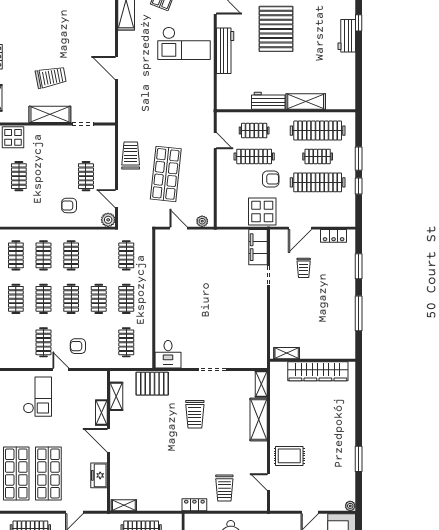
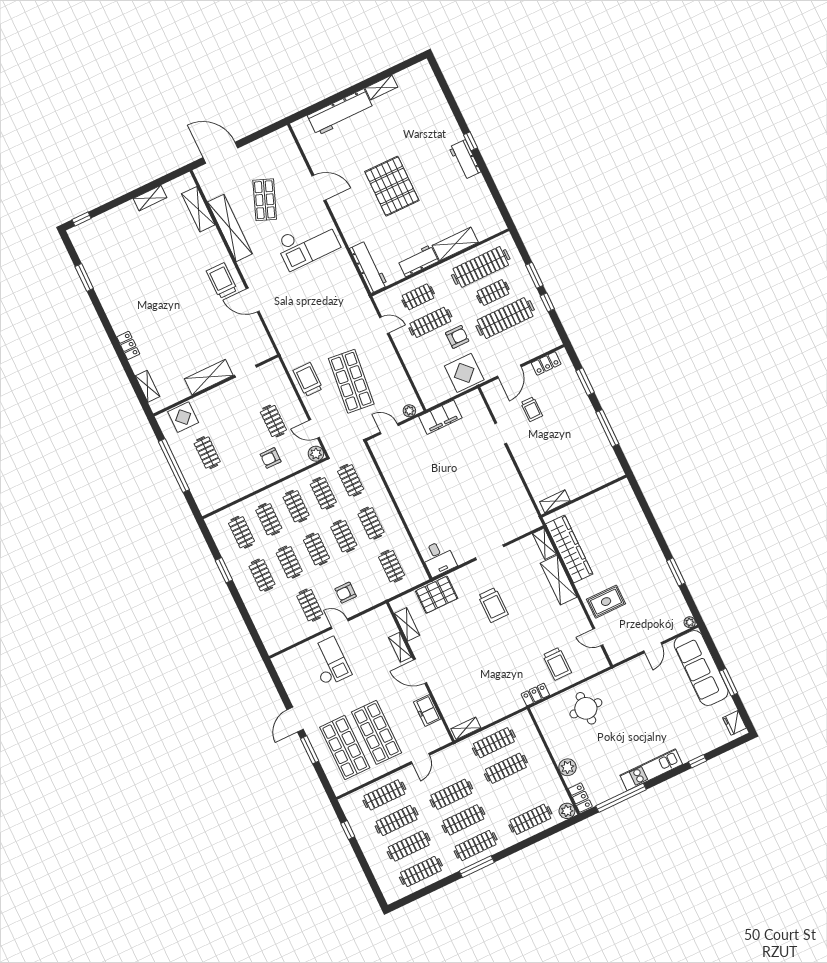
workbench: (225, 51) -> (369, 267), moved
trolley: (51, 77) -> (222, 281), moved, turned -79
filing cabinet: (258, 247) -> (440, 417), moved, turned -90
clothes rail: (99, 255) -> (323, 493), added
wardrobe: (318, 371) -> (569, 549), moved, turned -90

